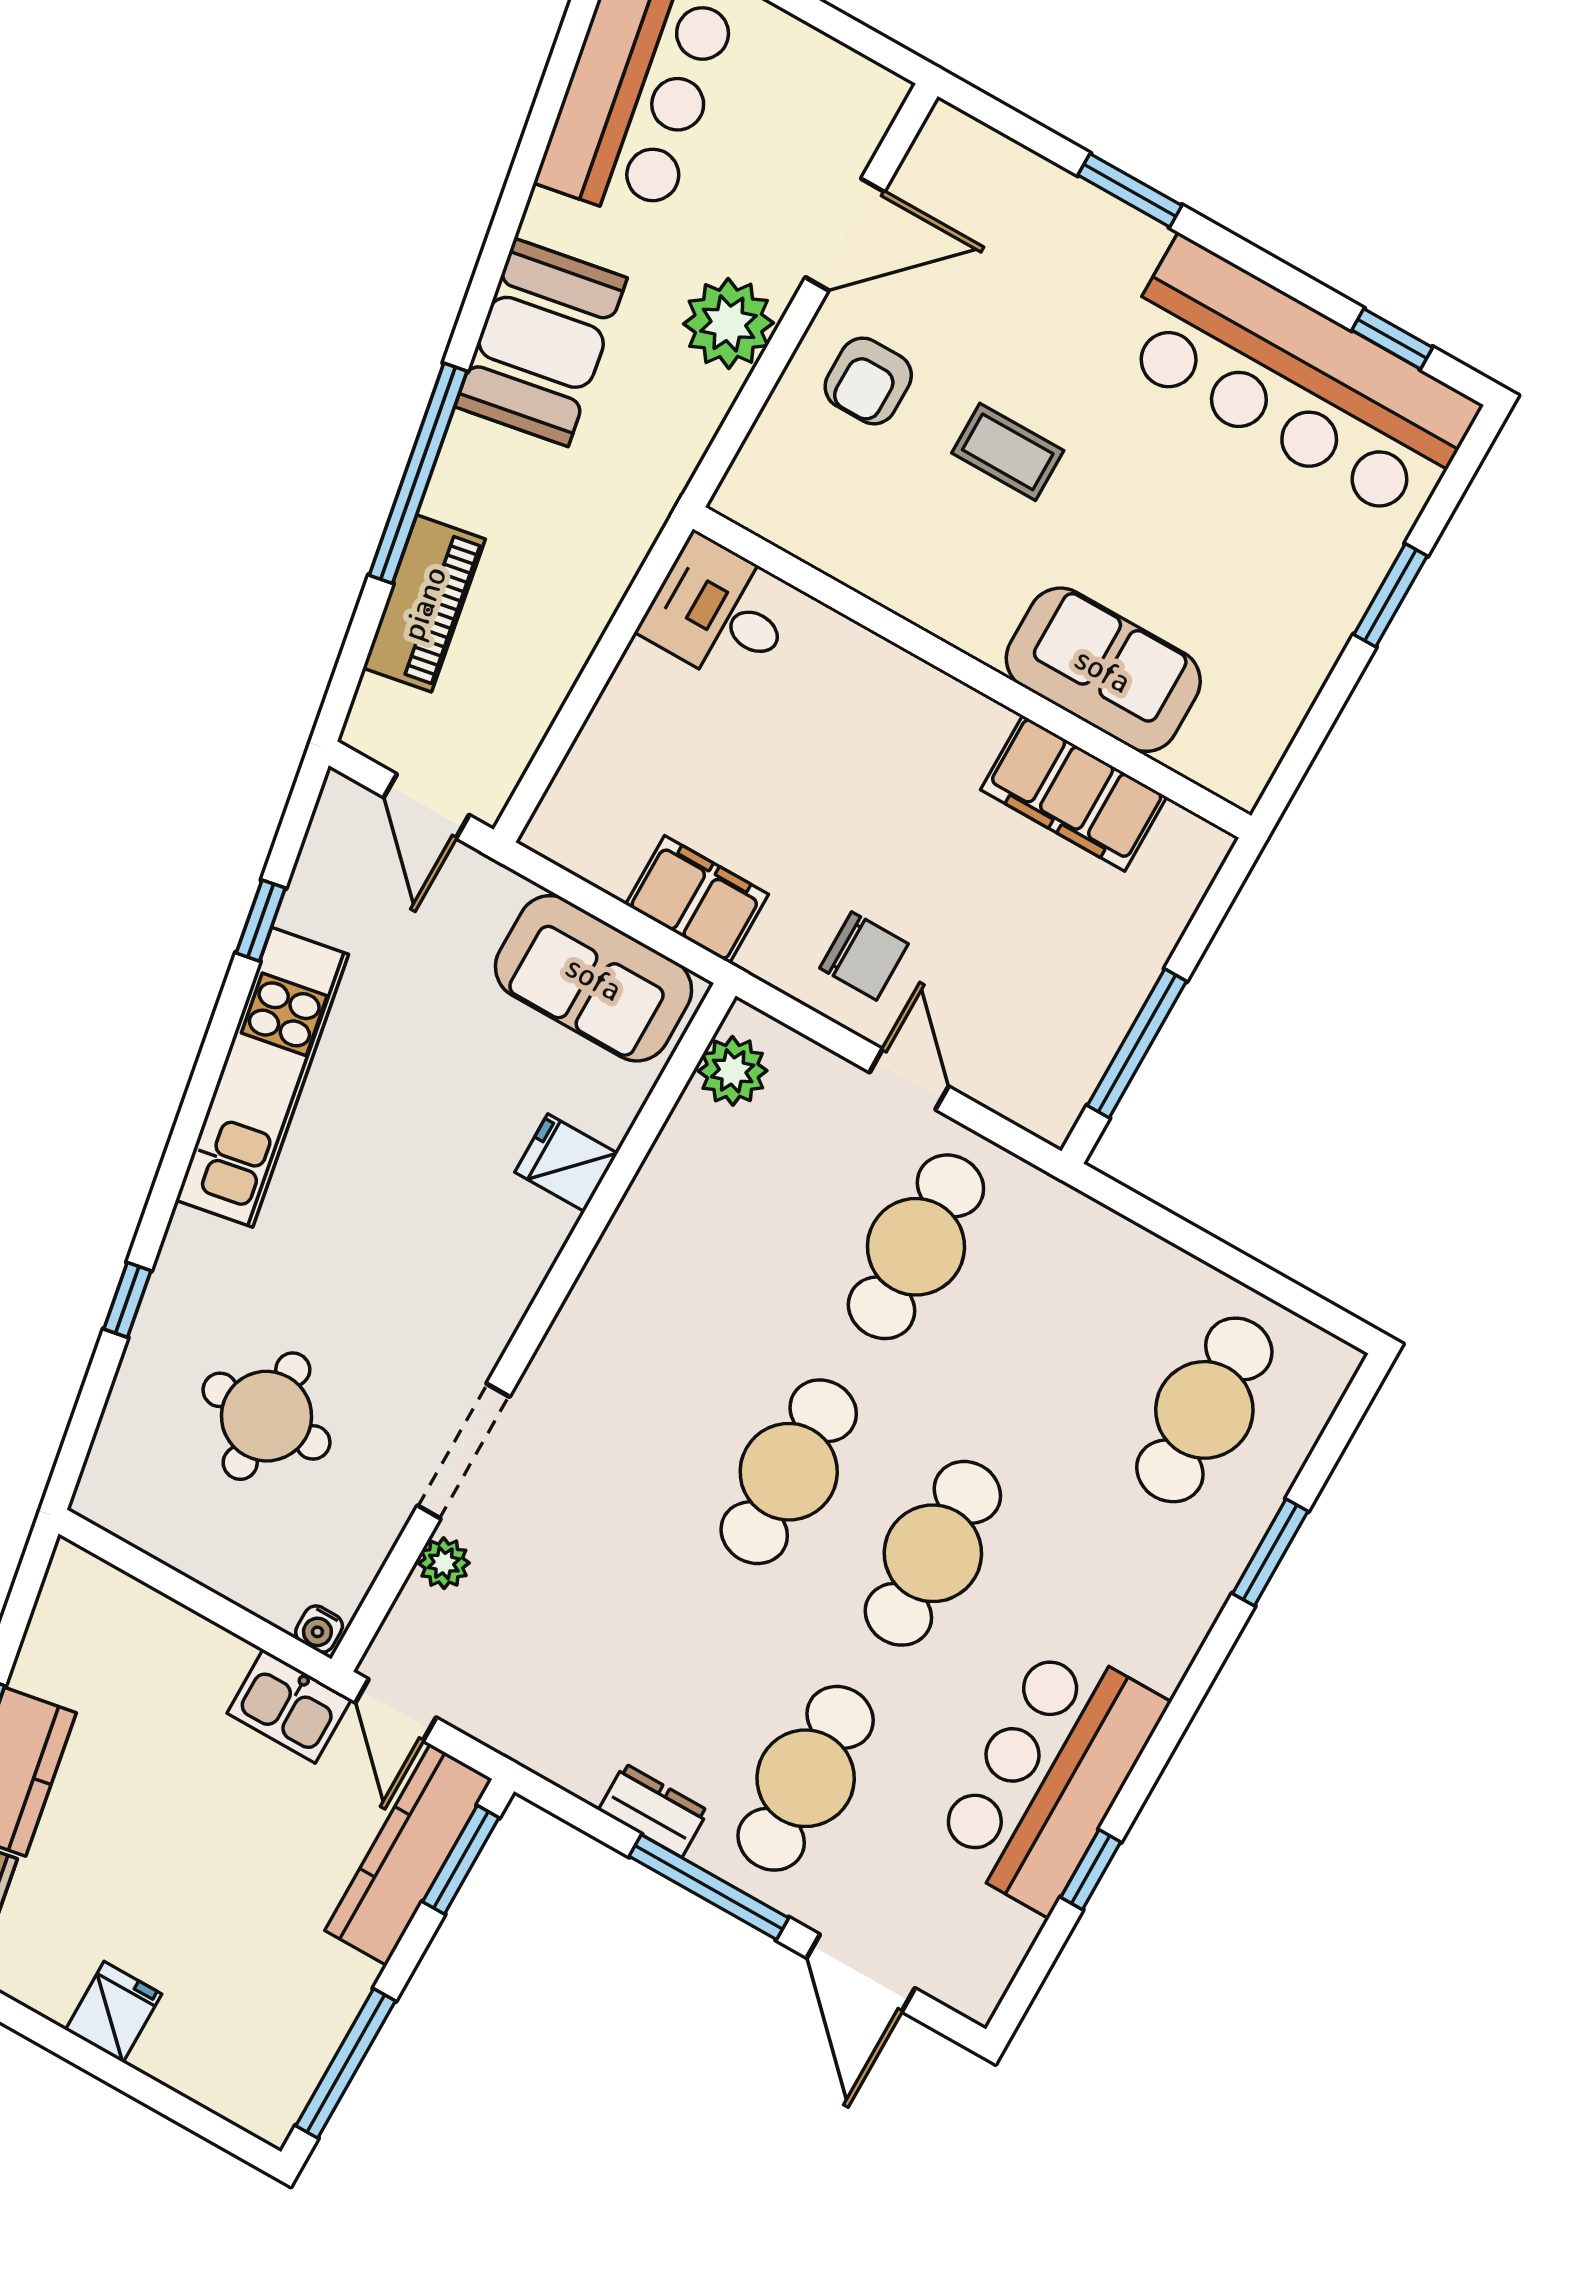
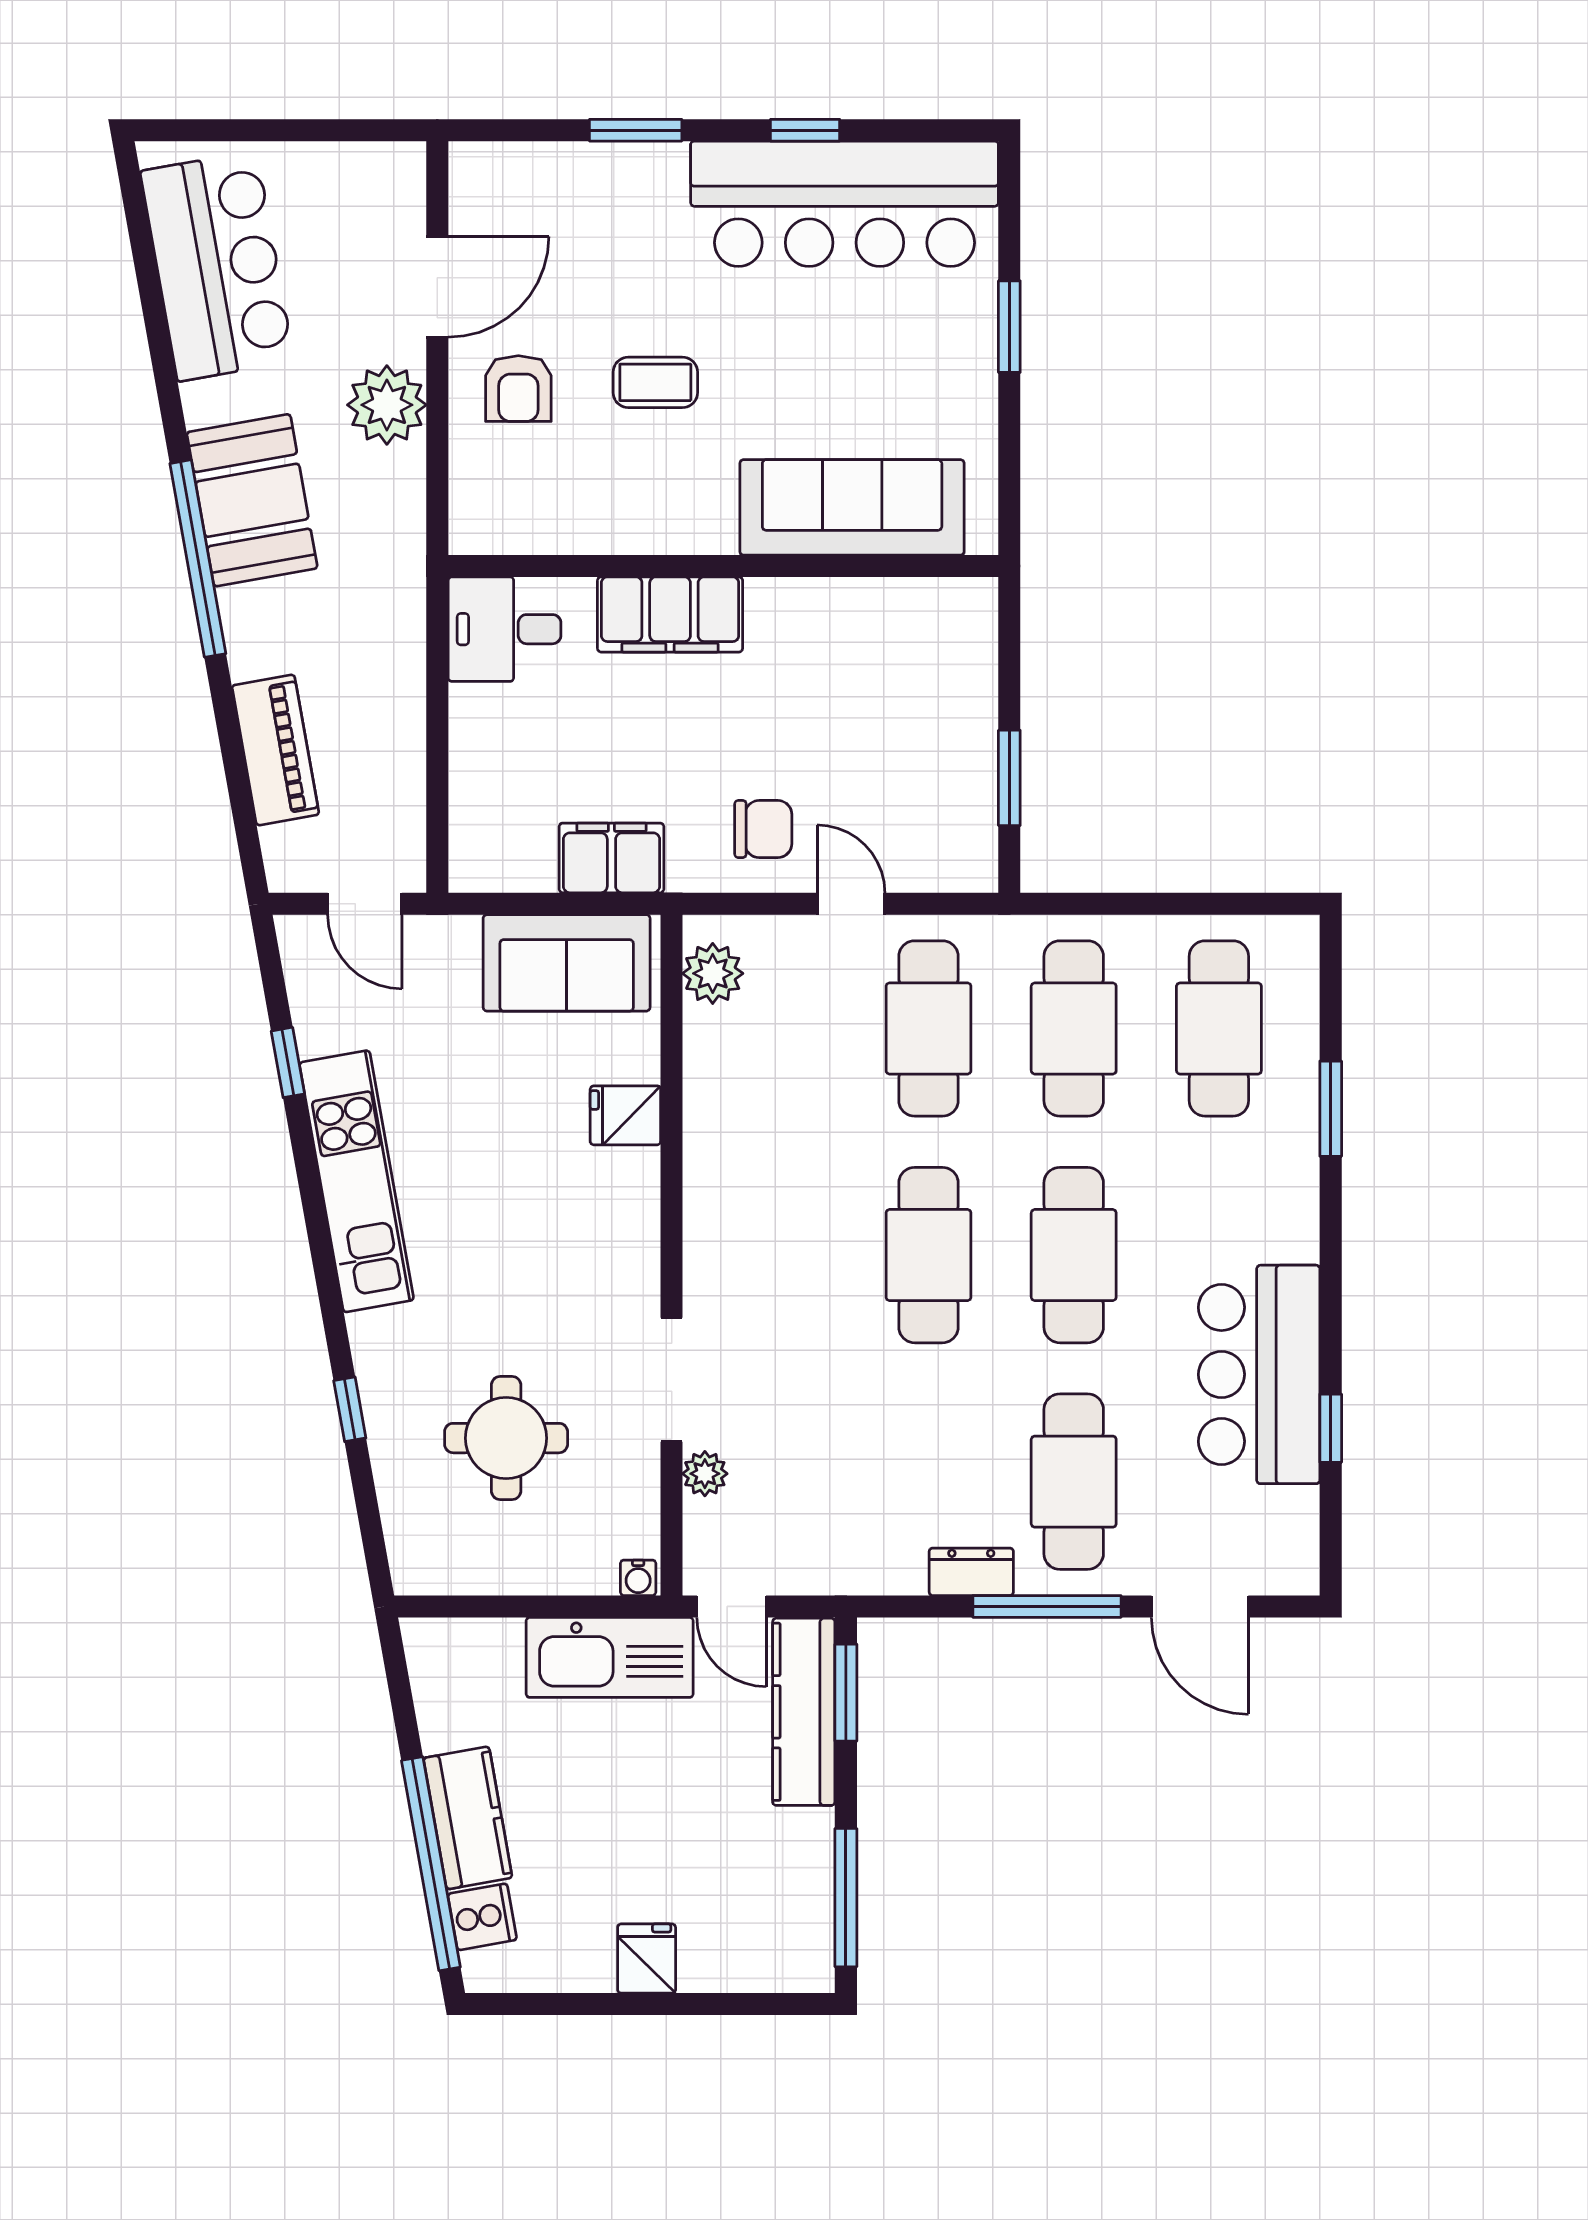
window: (1392, 339) -> (805, 130), moved
window: (418, 473) -> (198, 559), moved
sofa: (1103, 670) -> (852, 507), width x1.36
filing cabinet: (1074, 793) -> (670, 614), moved
window: (1137, 1043) -> (1009, 778), width x0.69
cafe table: (1060, 1328) -> (1074, 1028), added
kitchen sink: (289, 1706) -> (610, 1657), width x1.87, depth x1.24

